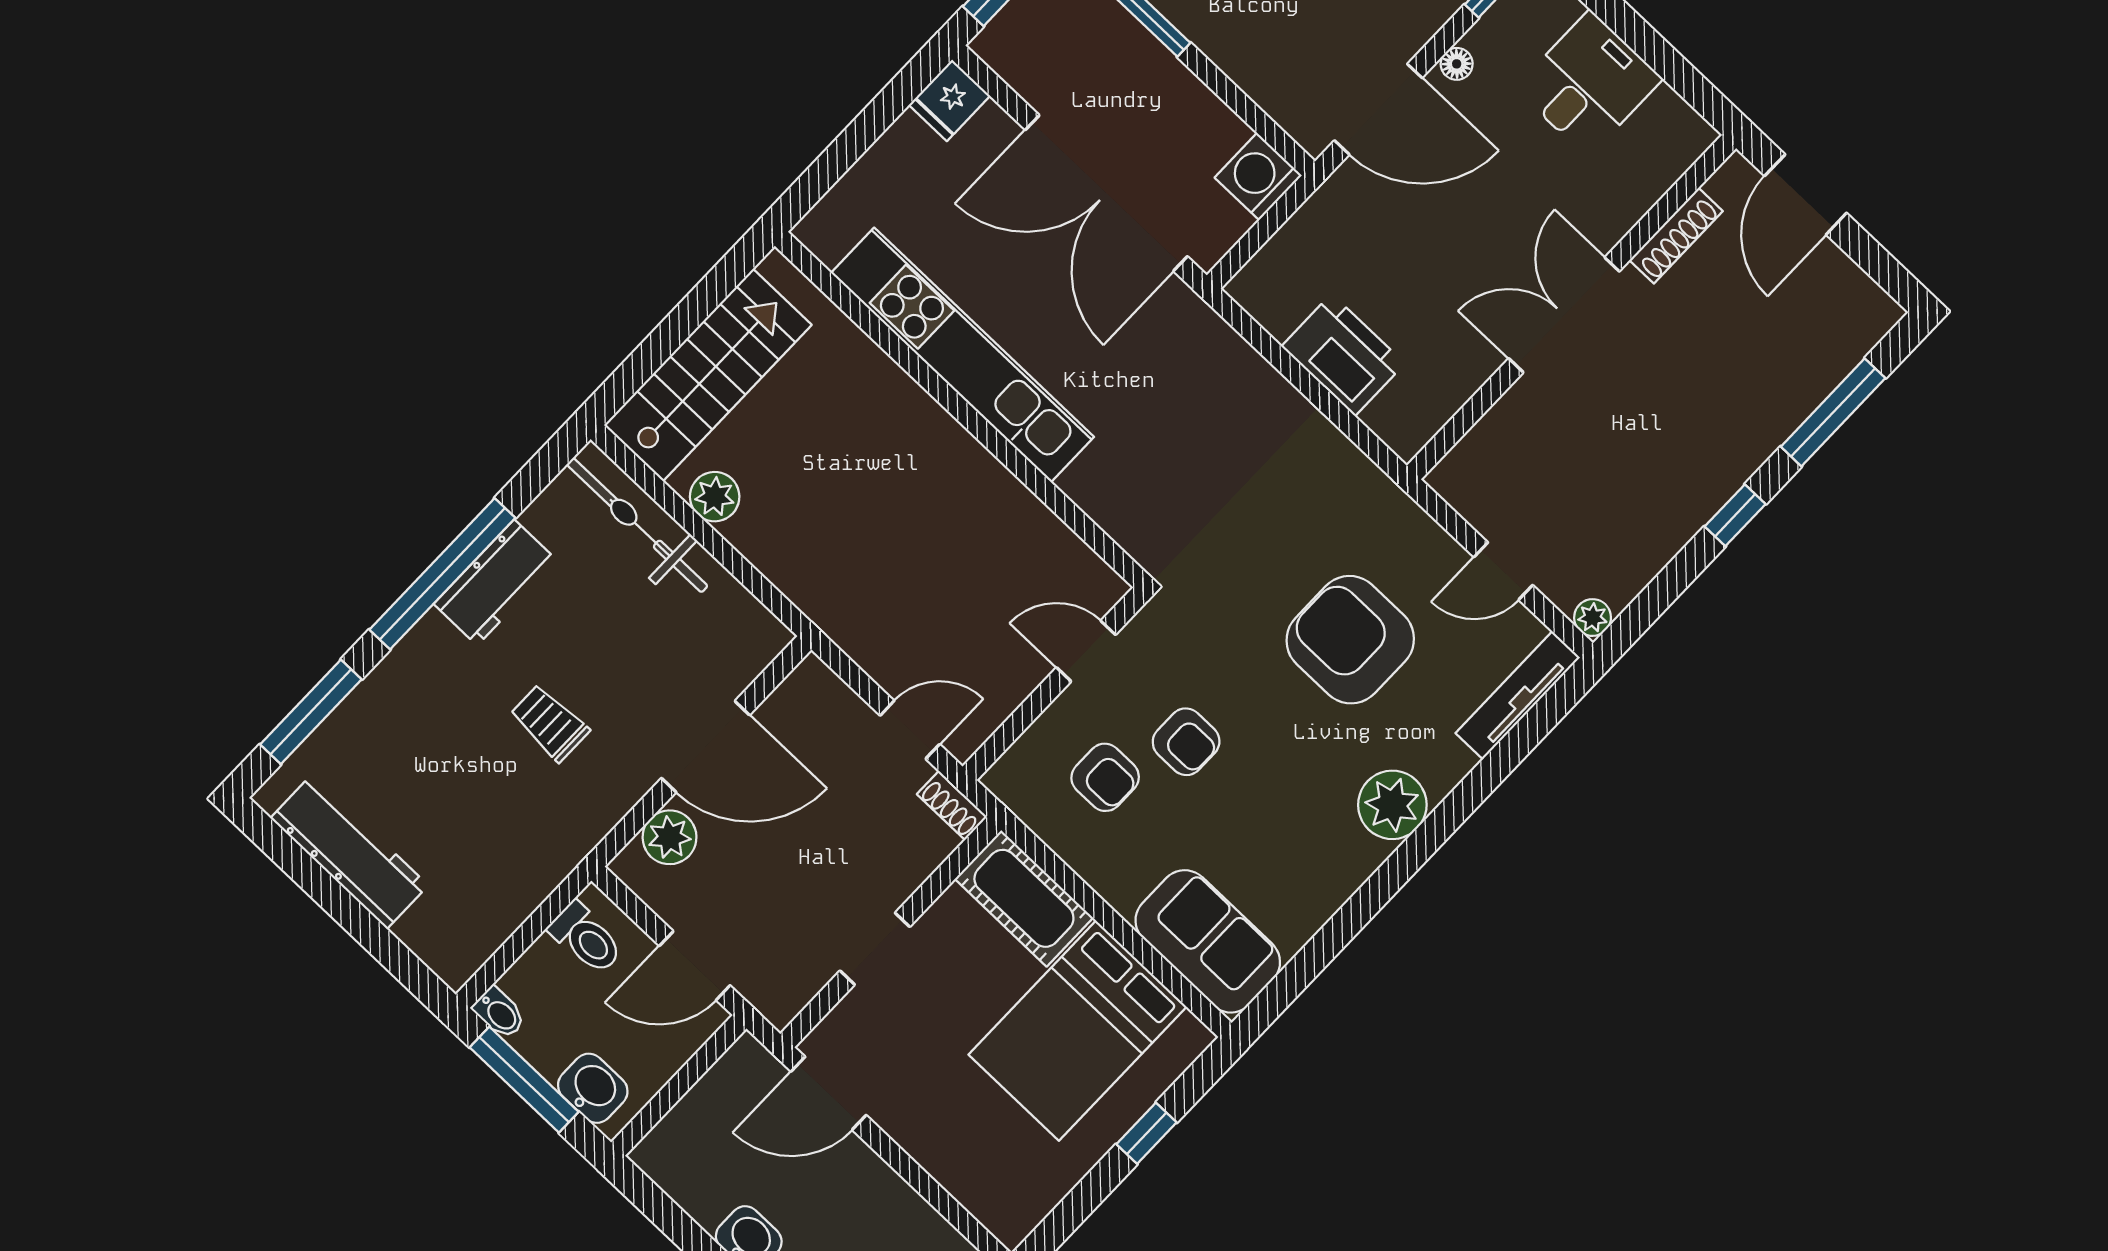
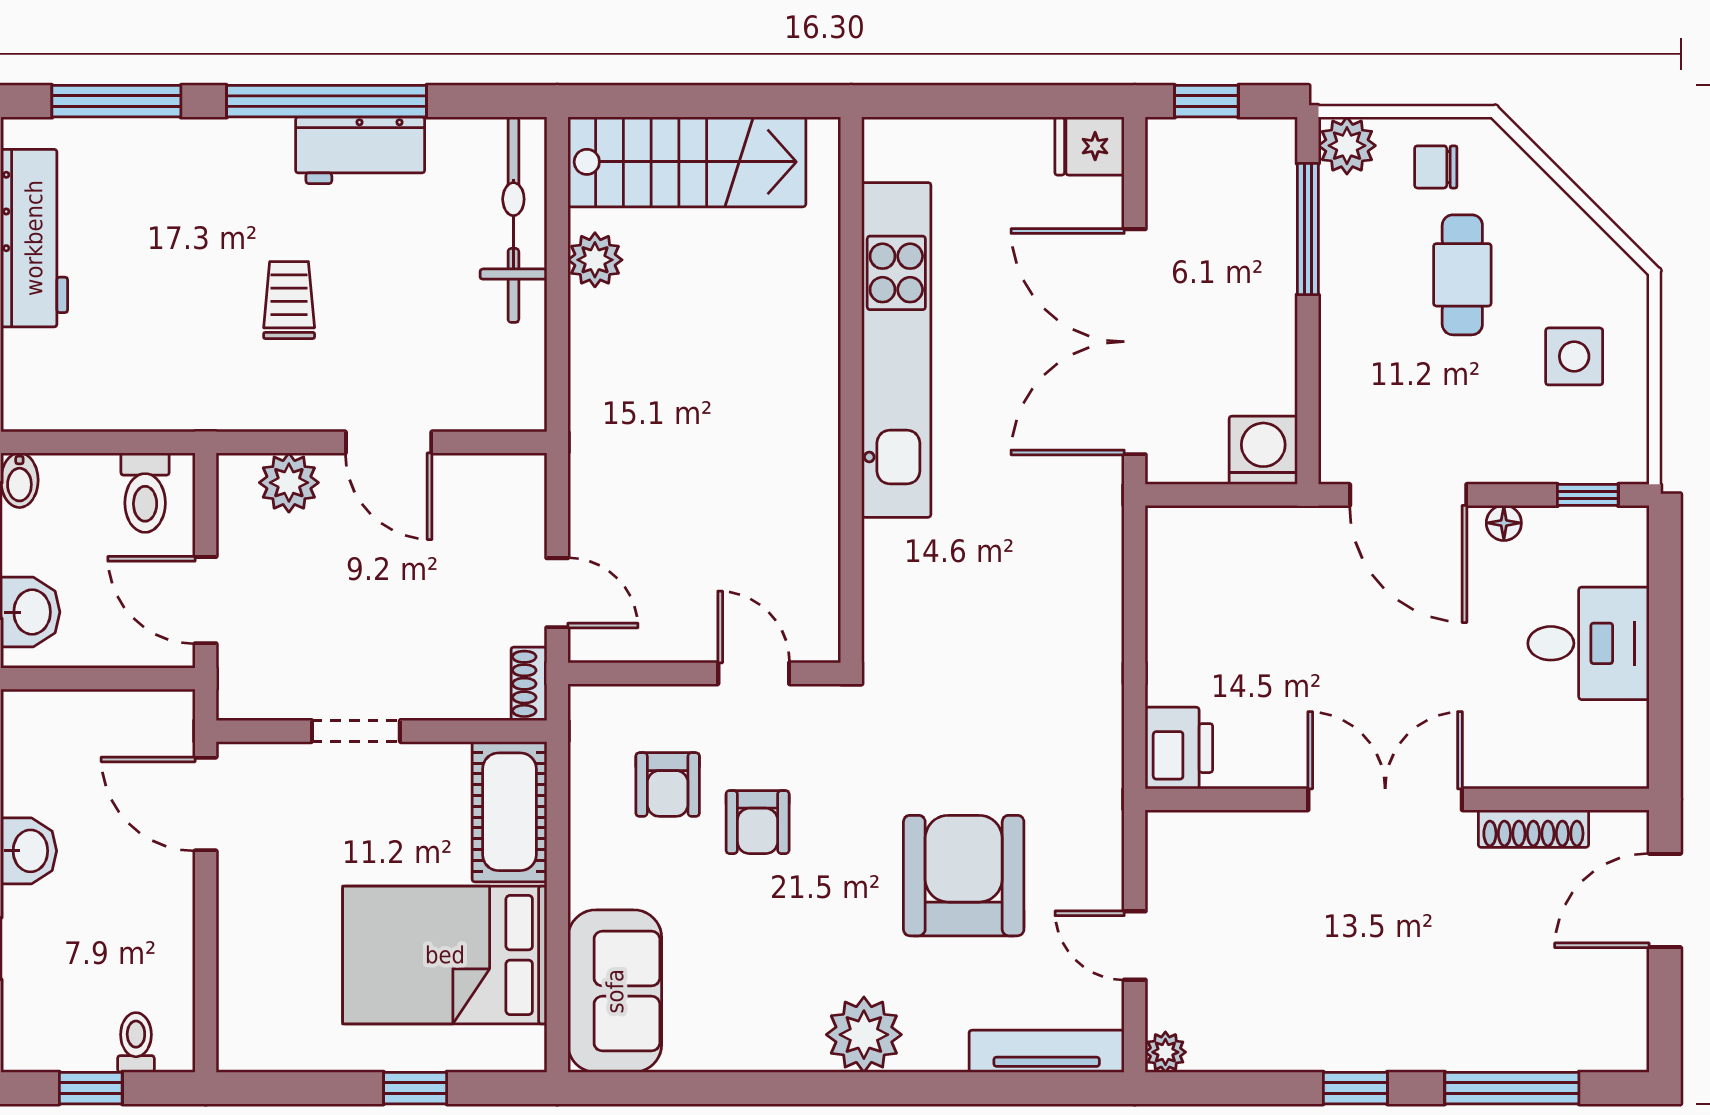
printer: (1343, 355) -> (1179, 748), moved, width x0.73, depth x0.84
door: (706, 747) -> (389, 442), width x0.73

